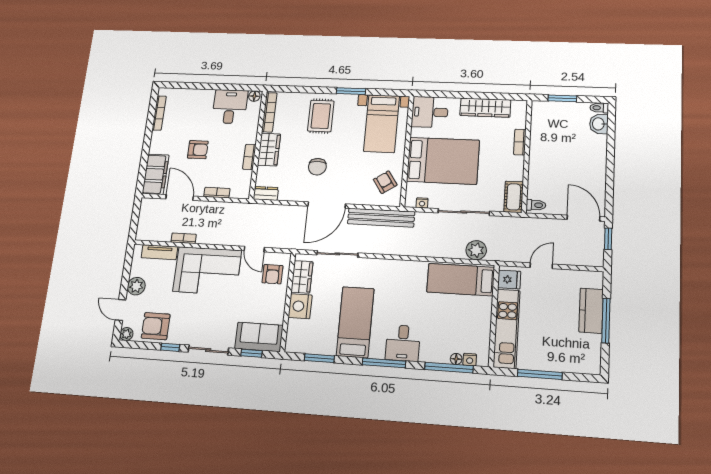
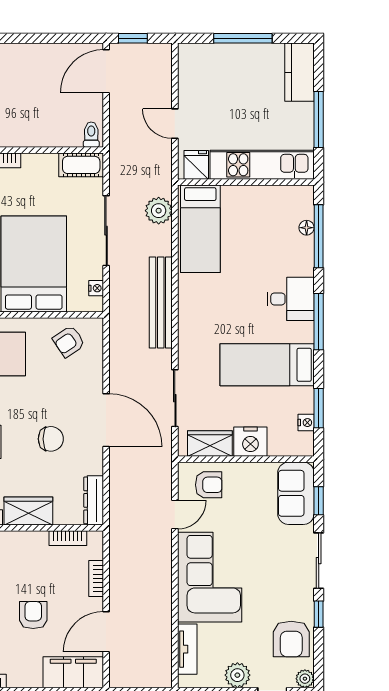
bookcase: (249, 157) -> (68, 538), moved
dresser: (266, 193) -> (94, 500), width x1.44
bench: (381, 218) -> (161, 303), moved
bookcase: (184, 238) -> (165, 617), removed
kitchen counter: (591, 311) -> (299, 72), moved, turned 90
nightstand: (470, 360) -> (306, 423), moved

